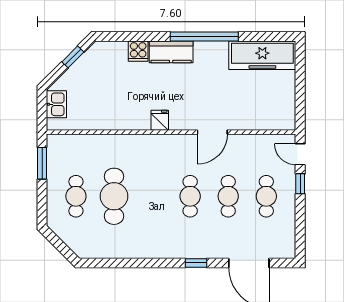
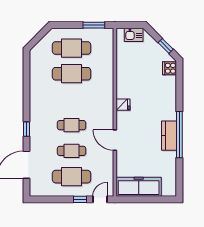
cooker: (138, 51) -> (170, 68), moved
kitchen counter: (171, 52) -> (169, 136), moved
freezer: (262, 55) -> (139, 187), moved, turned 90
cafe table: (76, 196) -> (72, 48), width x1.37, depth x1.35
cafe table: (266, 196) -> (72, 177), width x1.37, depth x1.35

